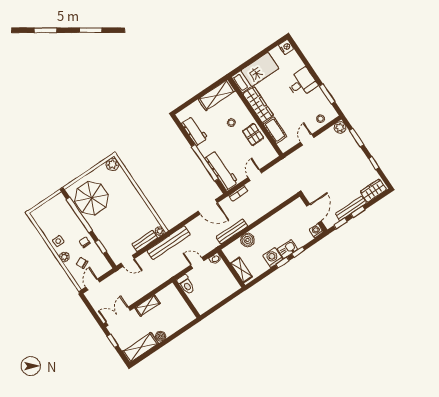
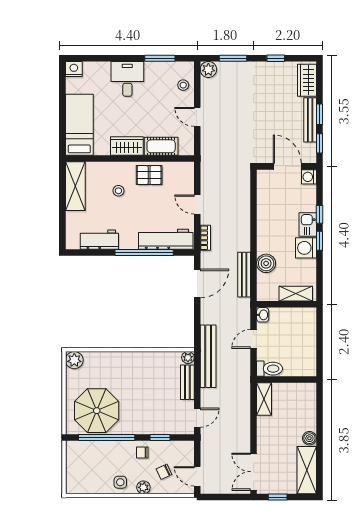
wardrobe: (258, 105) -> (127, 146), width x0.67
shelving: (148, 306) -> (264, 399), moved

